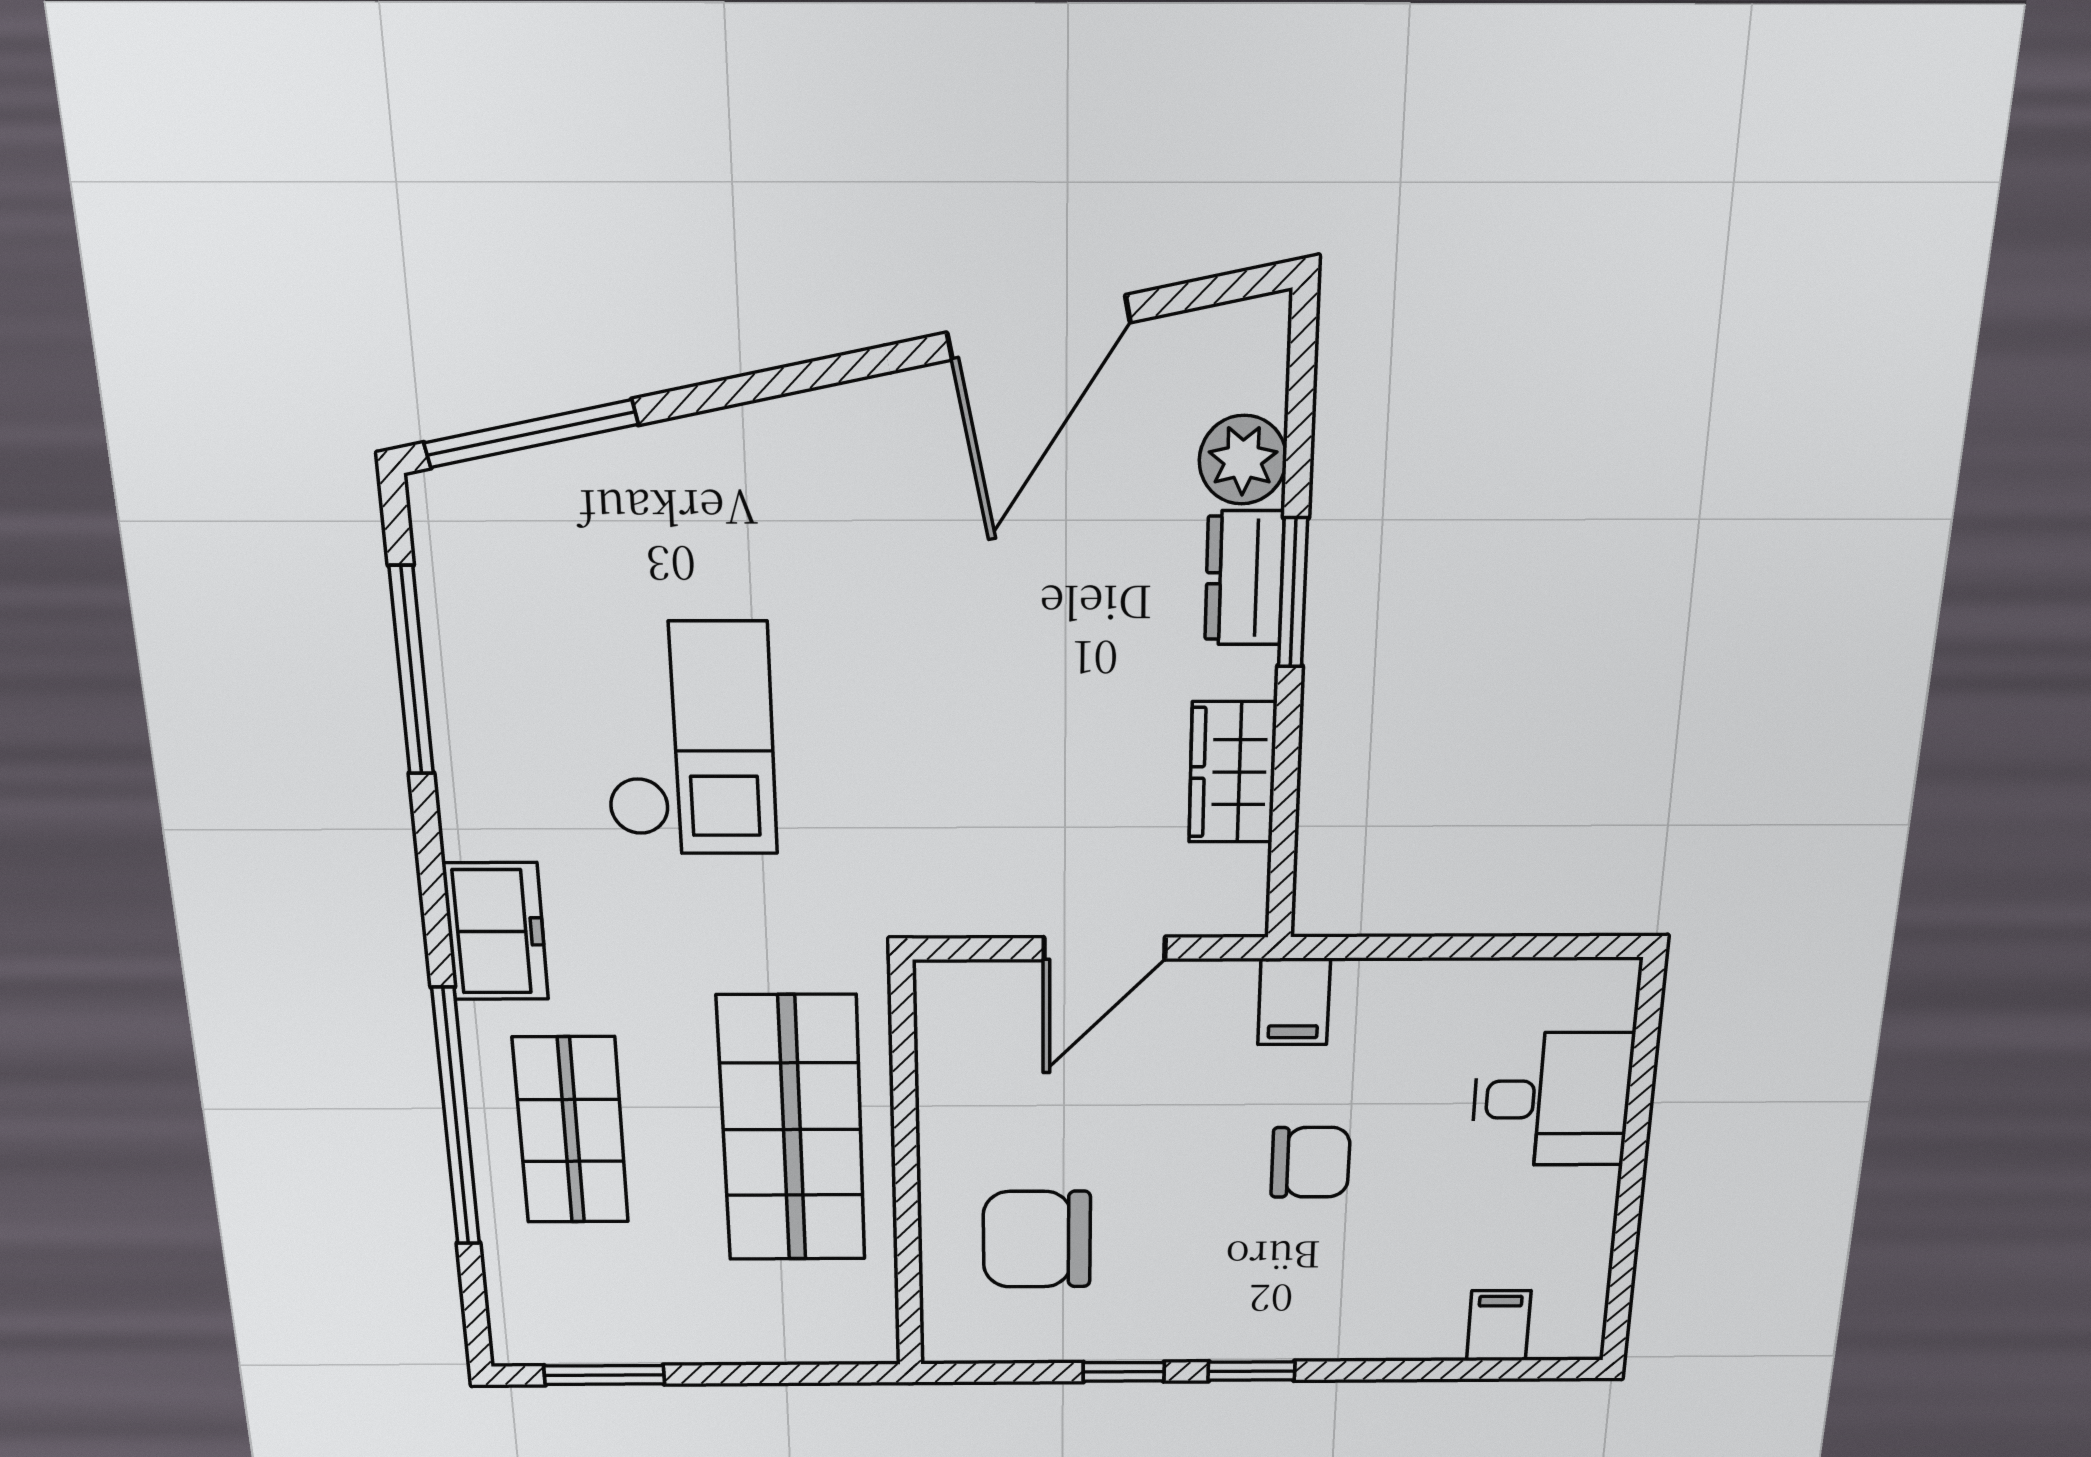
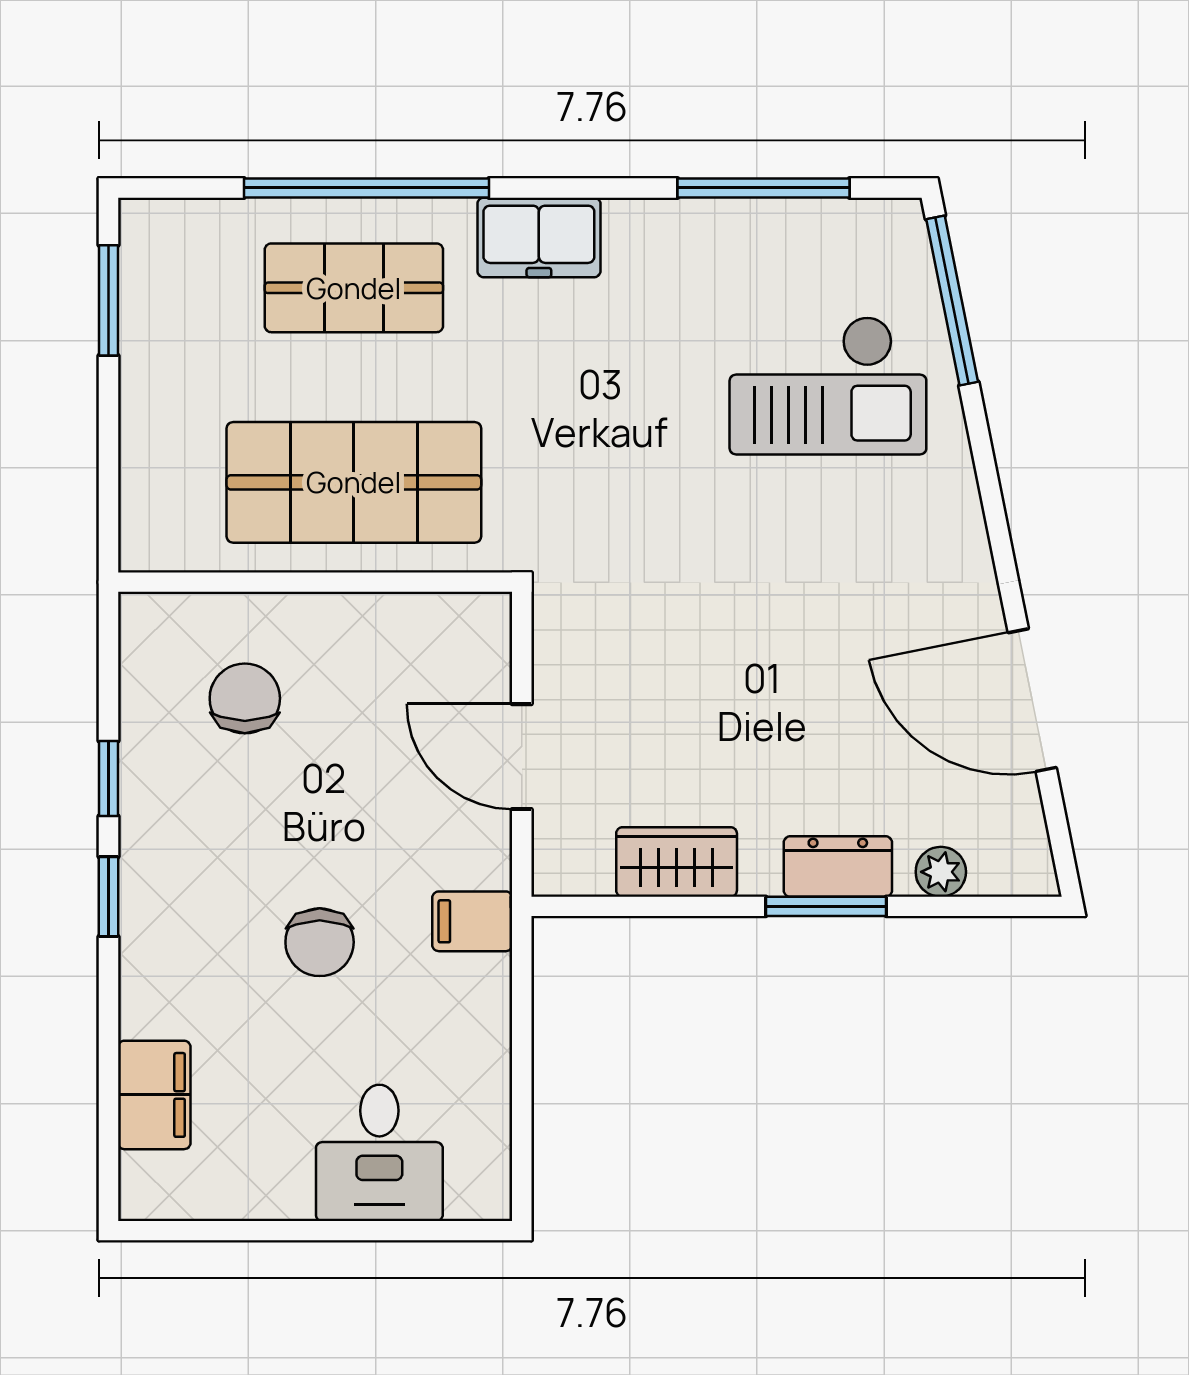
plant: (1243, 460) -> (941, 872), width x0.73, depth x0.73
checkout: (688, 739) -> (828, 386), moved
chair: (1037, 1239) -> (245, 698), width x0.73, depth x0.73
filing cabinet: (1499, 1326) -> (154, 1095), width x2.00

